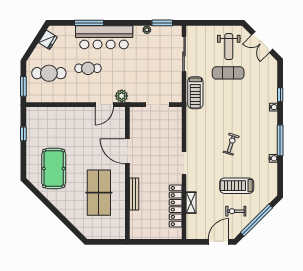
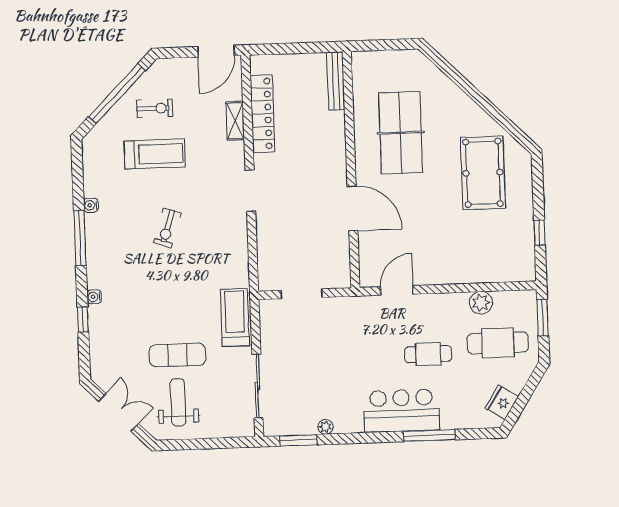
bar counter: (104, 37) -> (401, 411), width x0.73
plant: (122, 96) -> (481, 303), moved
bench: (134, 194) -> (336, 81), moved
door: (219, 242) -> (216, 51), moved

